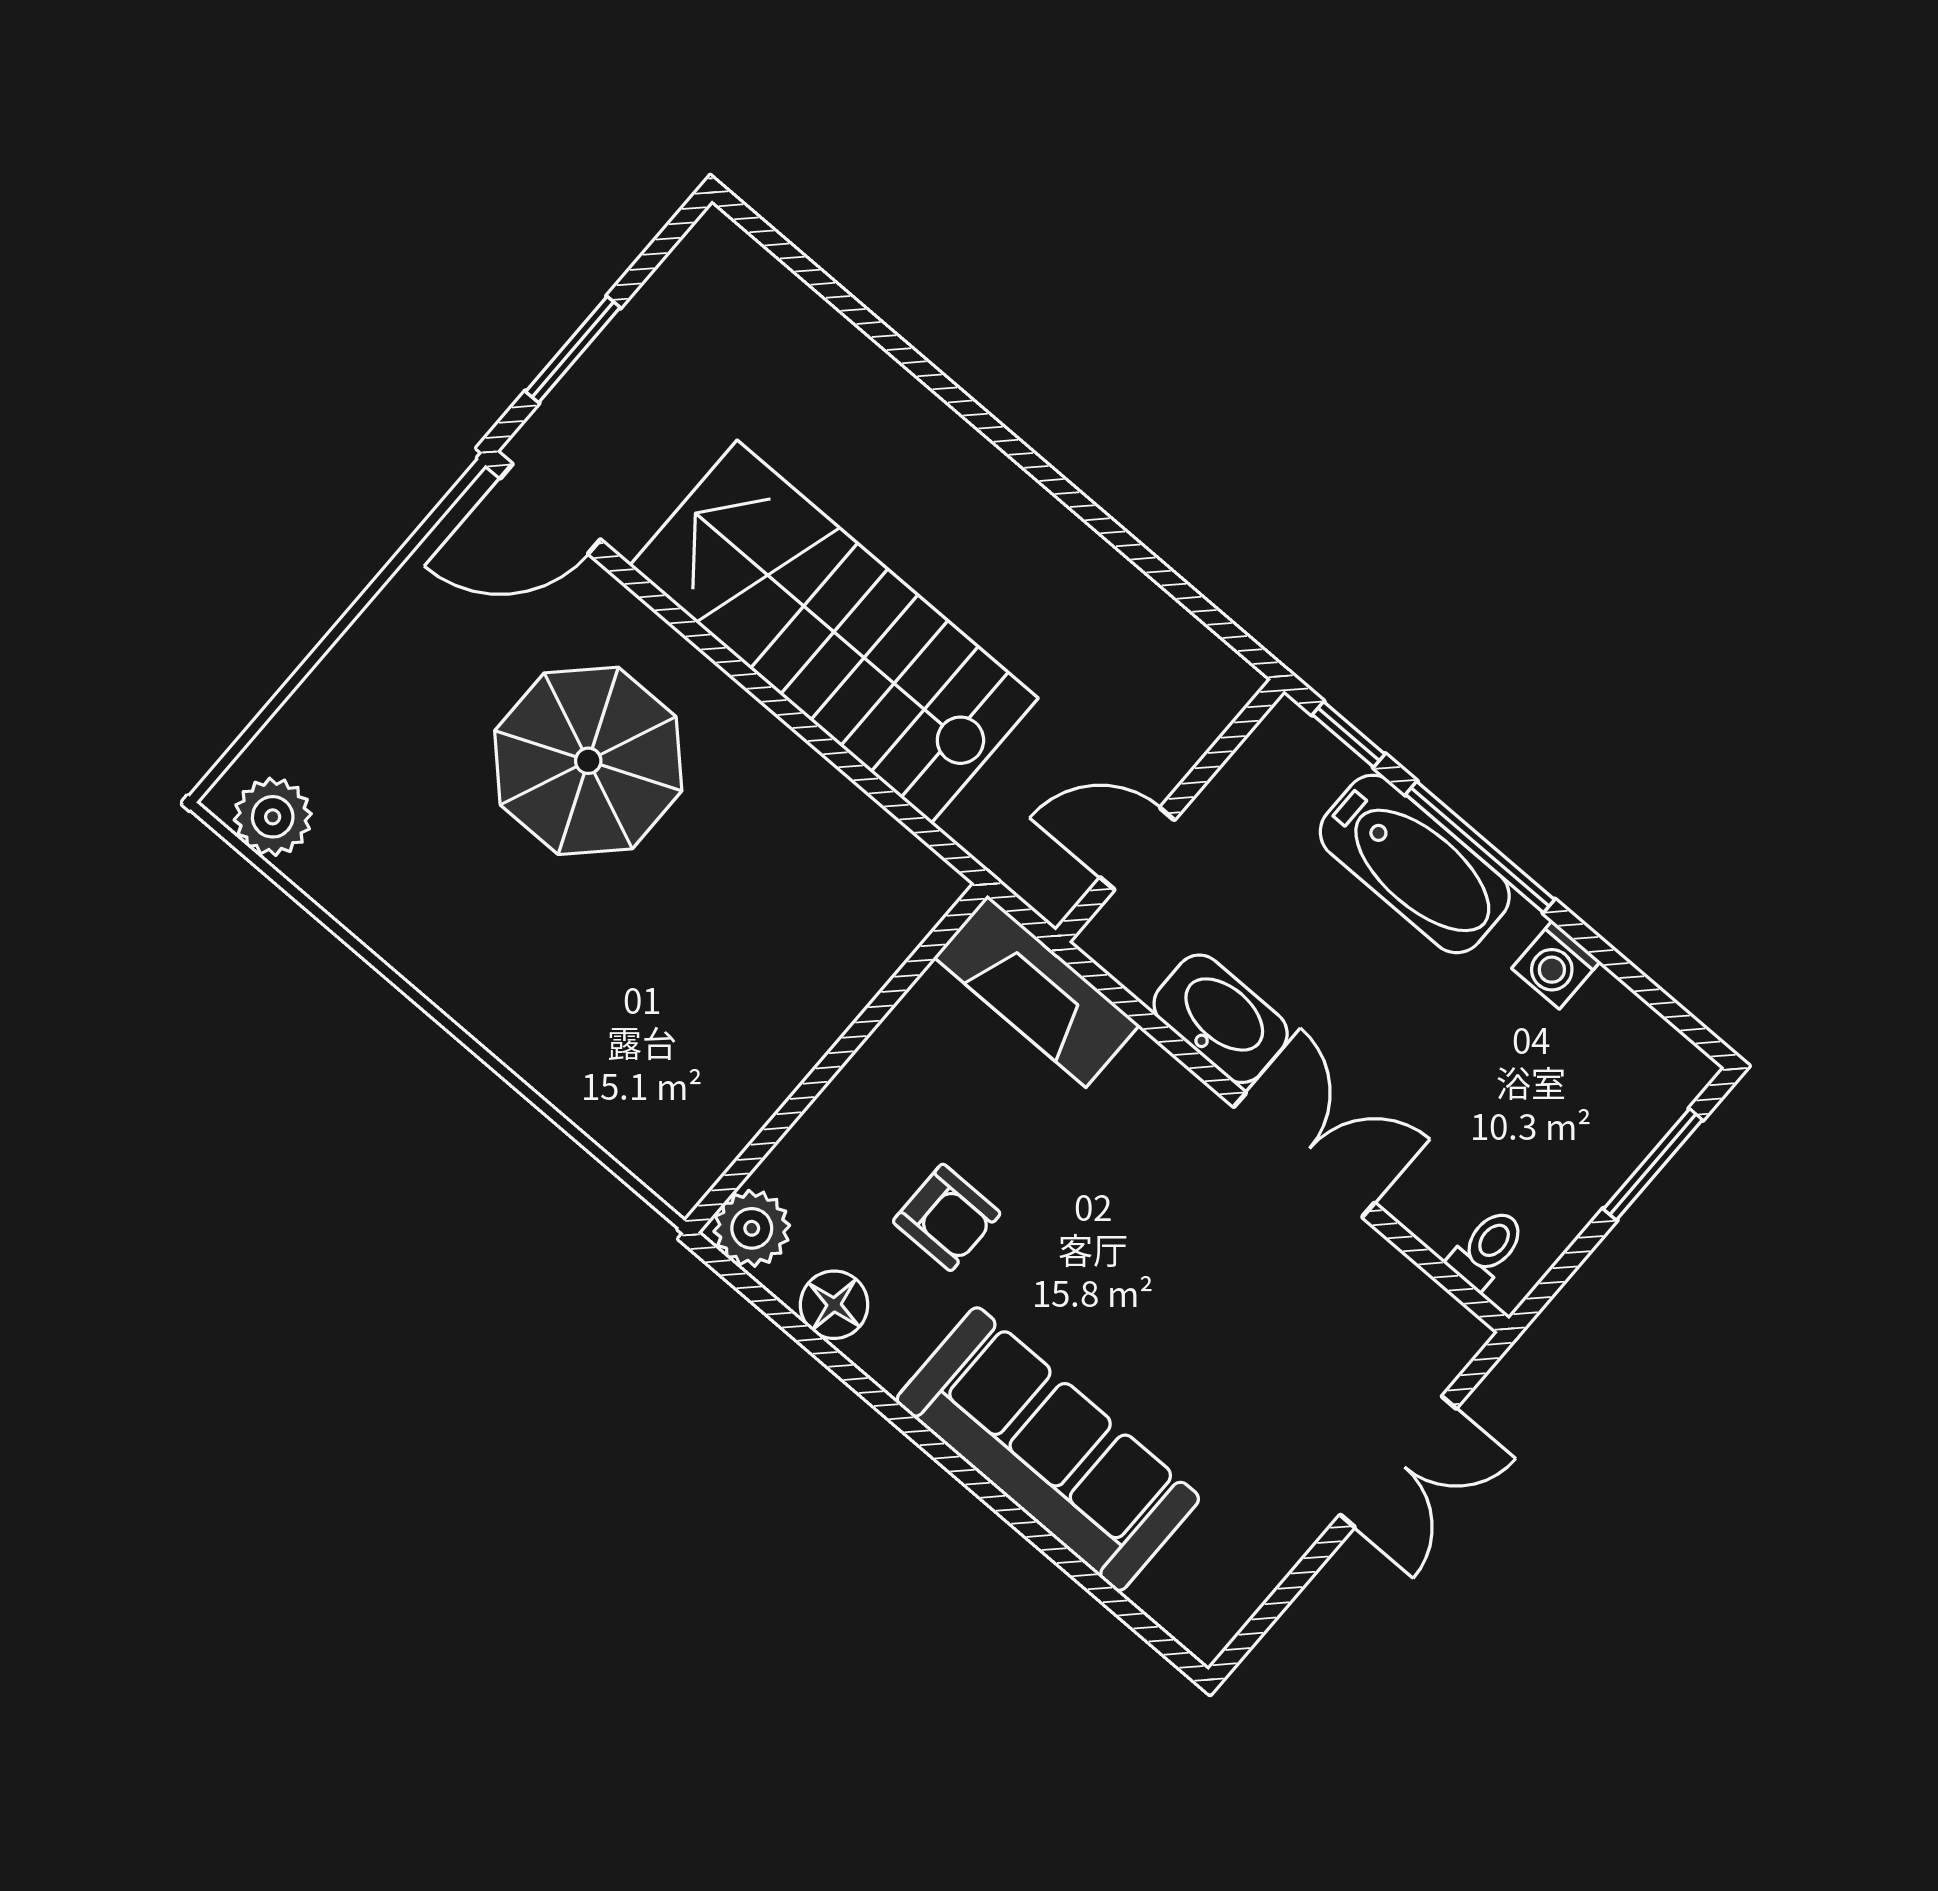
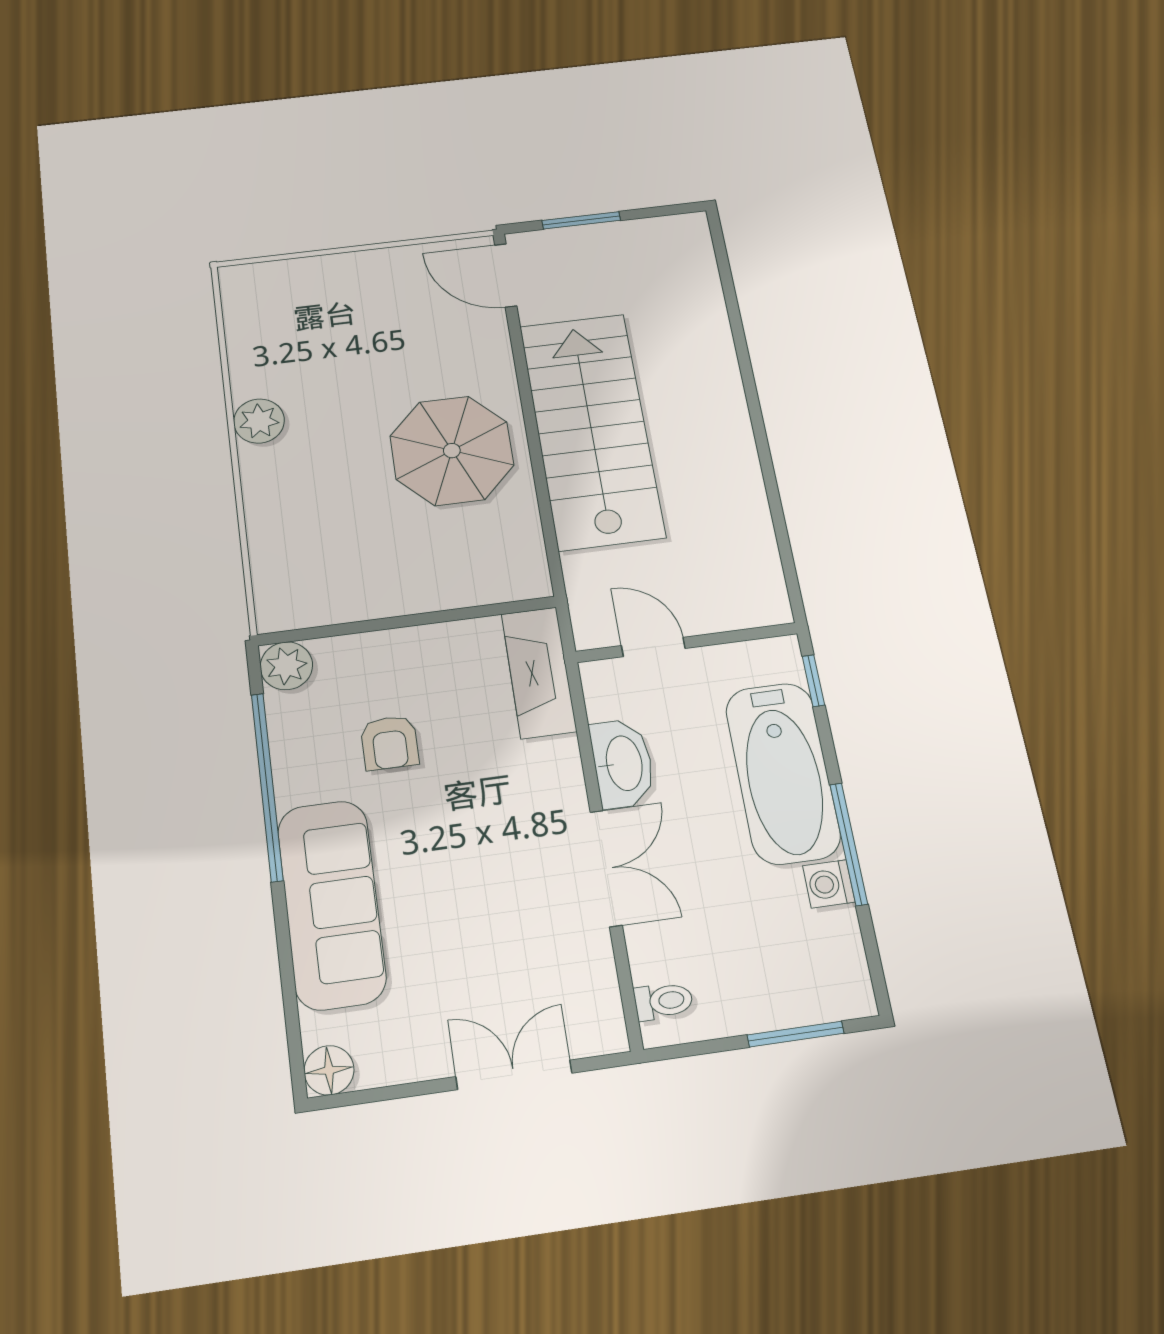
parasol: (588, 761) -> (452, 451), moved
plant: (273, 817) -> (259, 421), moved
window: (1480, 847) -> (849, 844), moved
bathtub: (1415, 864) -> (783, 773), width x1.36, depth x1.36
floor lamp: (834, 1305) -> (329, 1070), moved
window: (860, 1382) -> (267, 786), added
double door: (1398, 1462) -> (514, 1075), swing flipped

